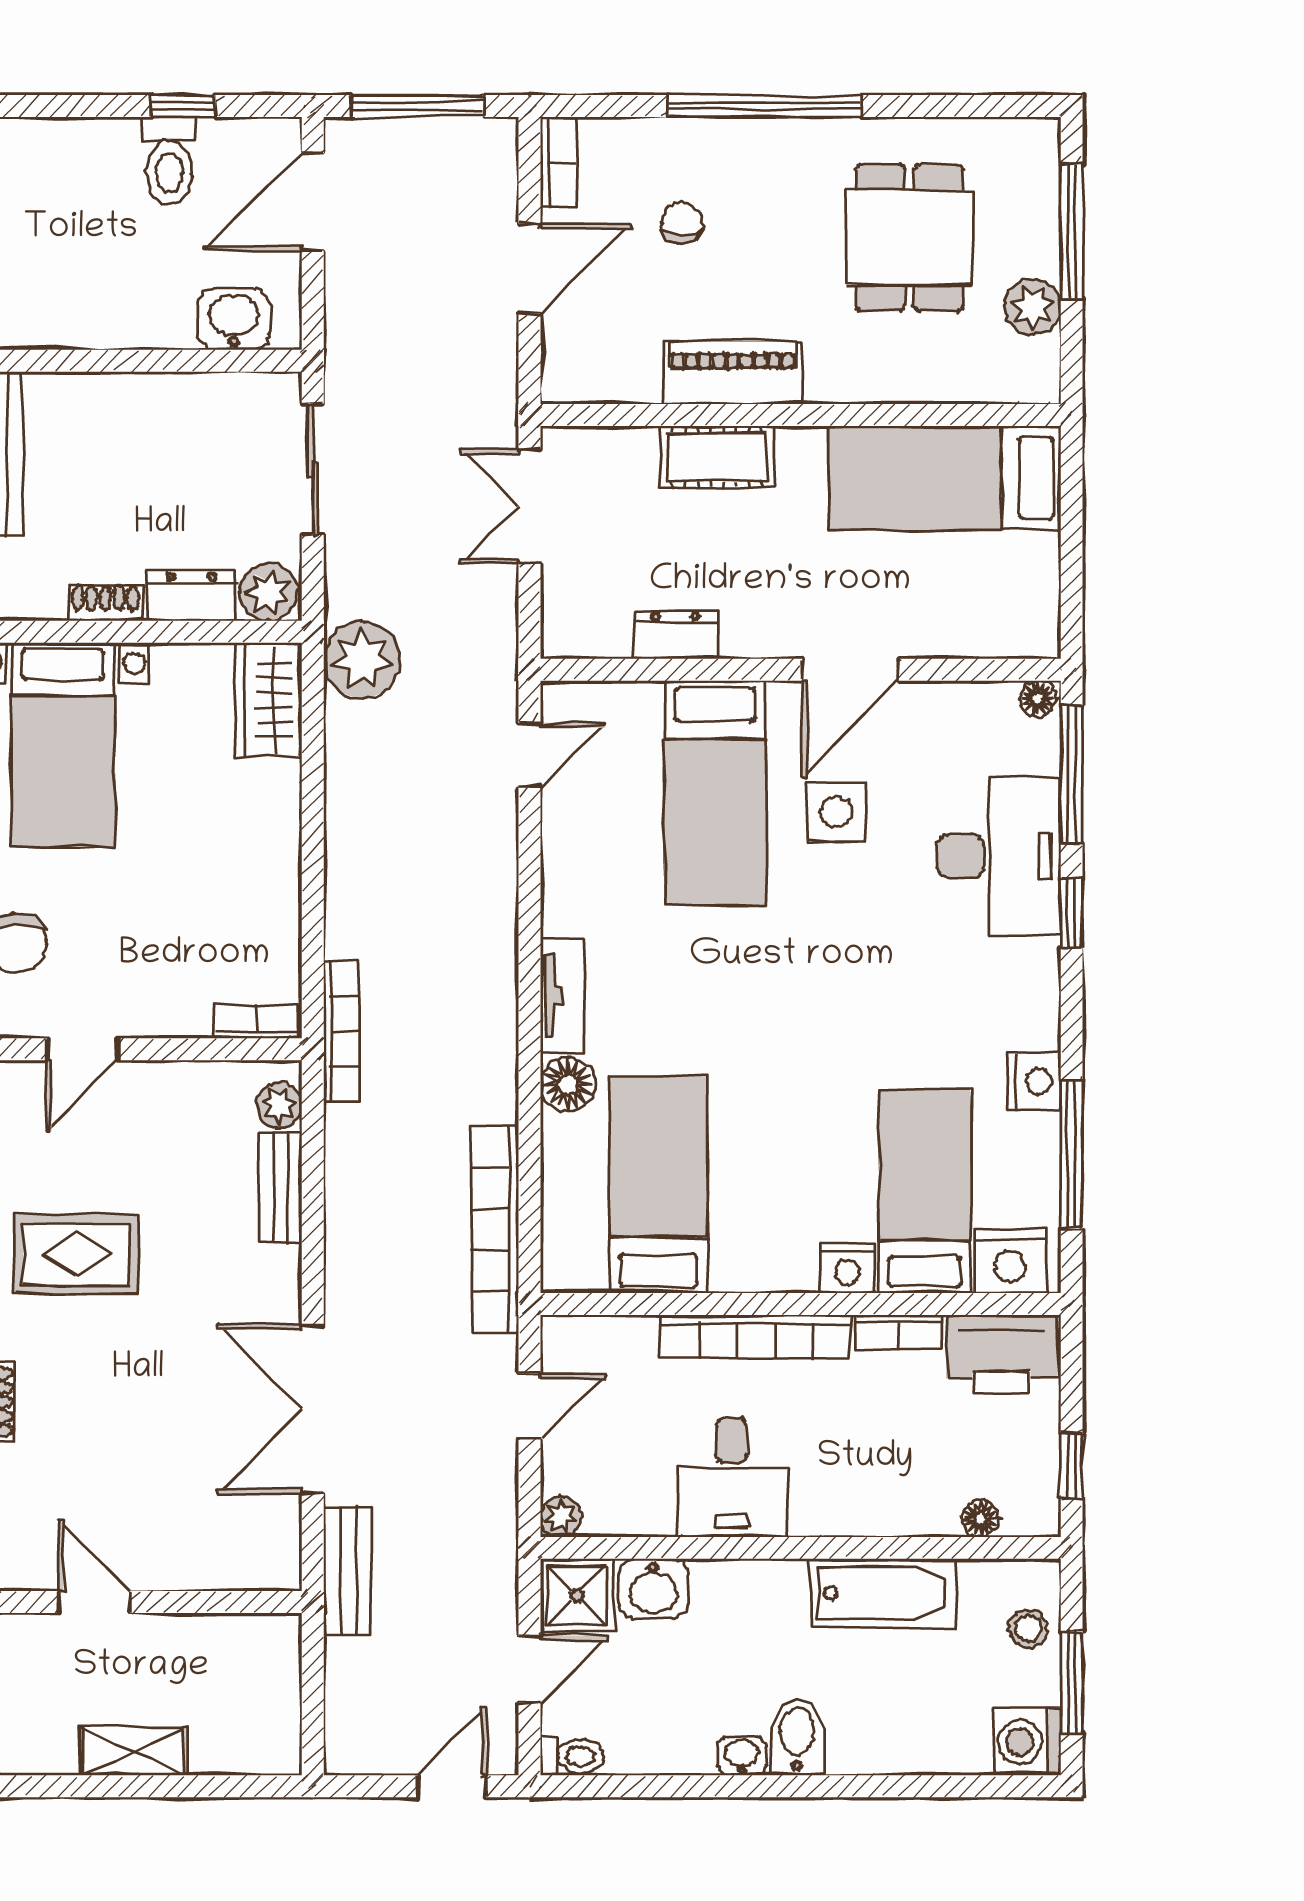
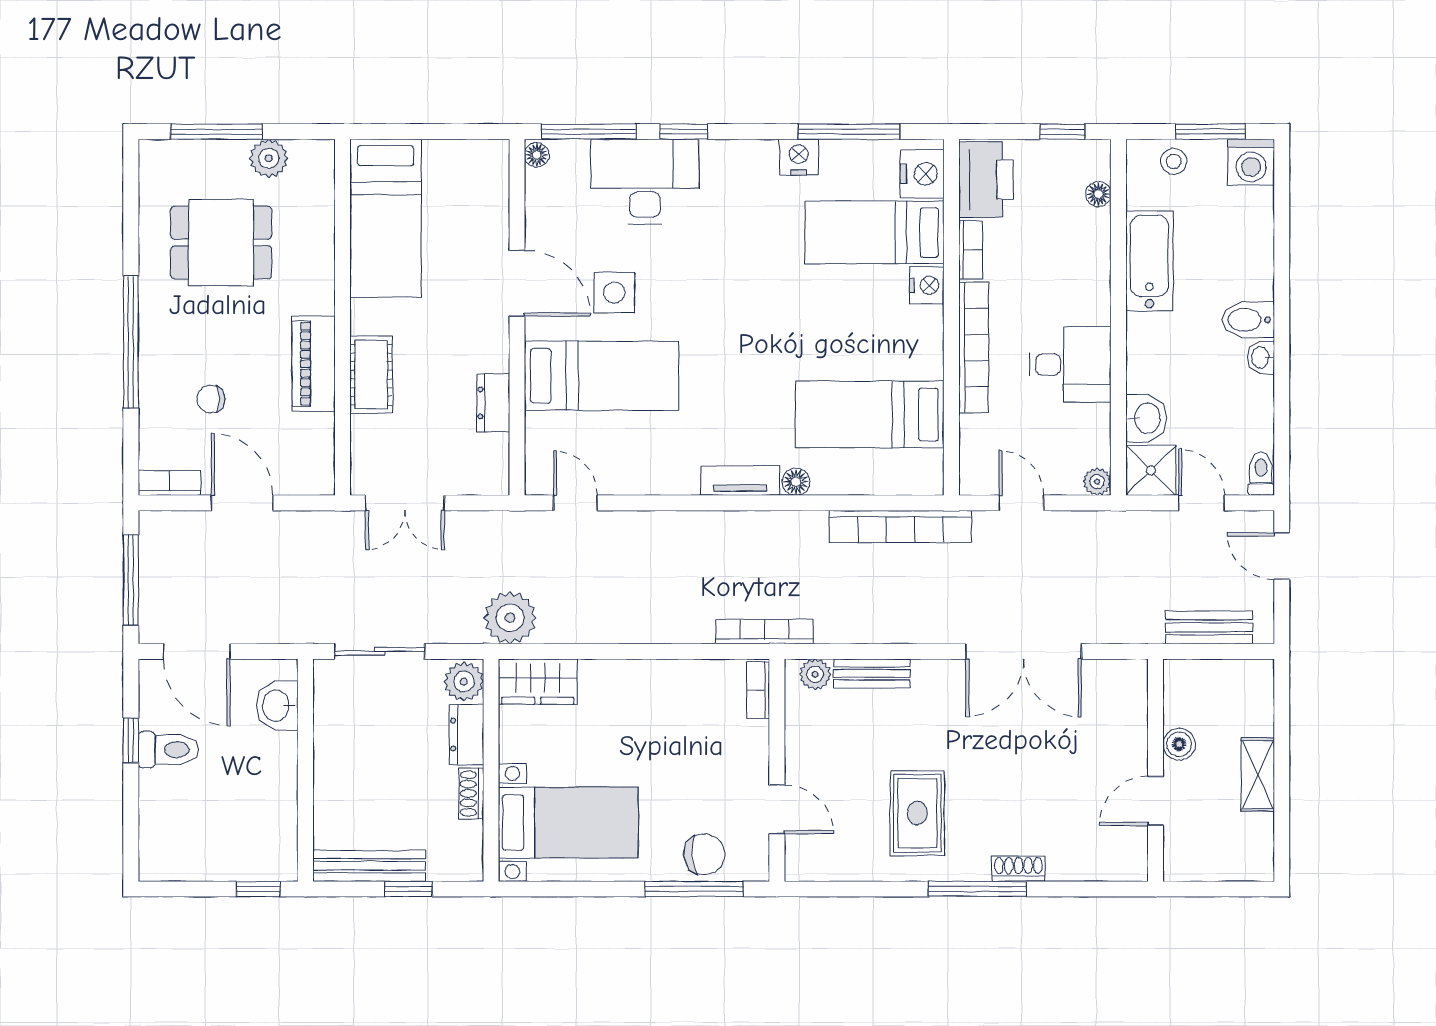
floor lamp: (568, 1085) -> (796, 482), width x0.73, depth x0.73
bench: (348, 1571) -> (1209, 627), moved
boiler: (177, 1636) -> (1179, 744), added

